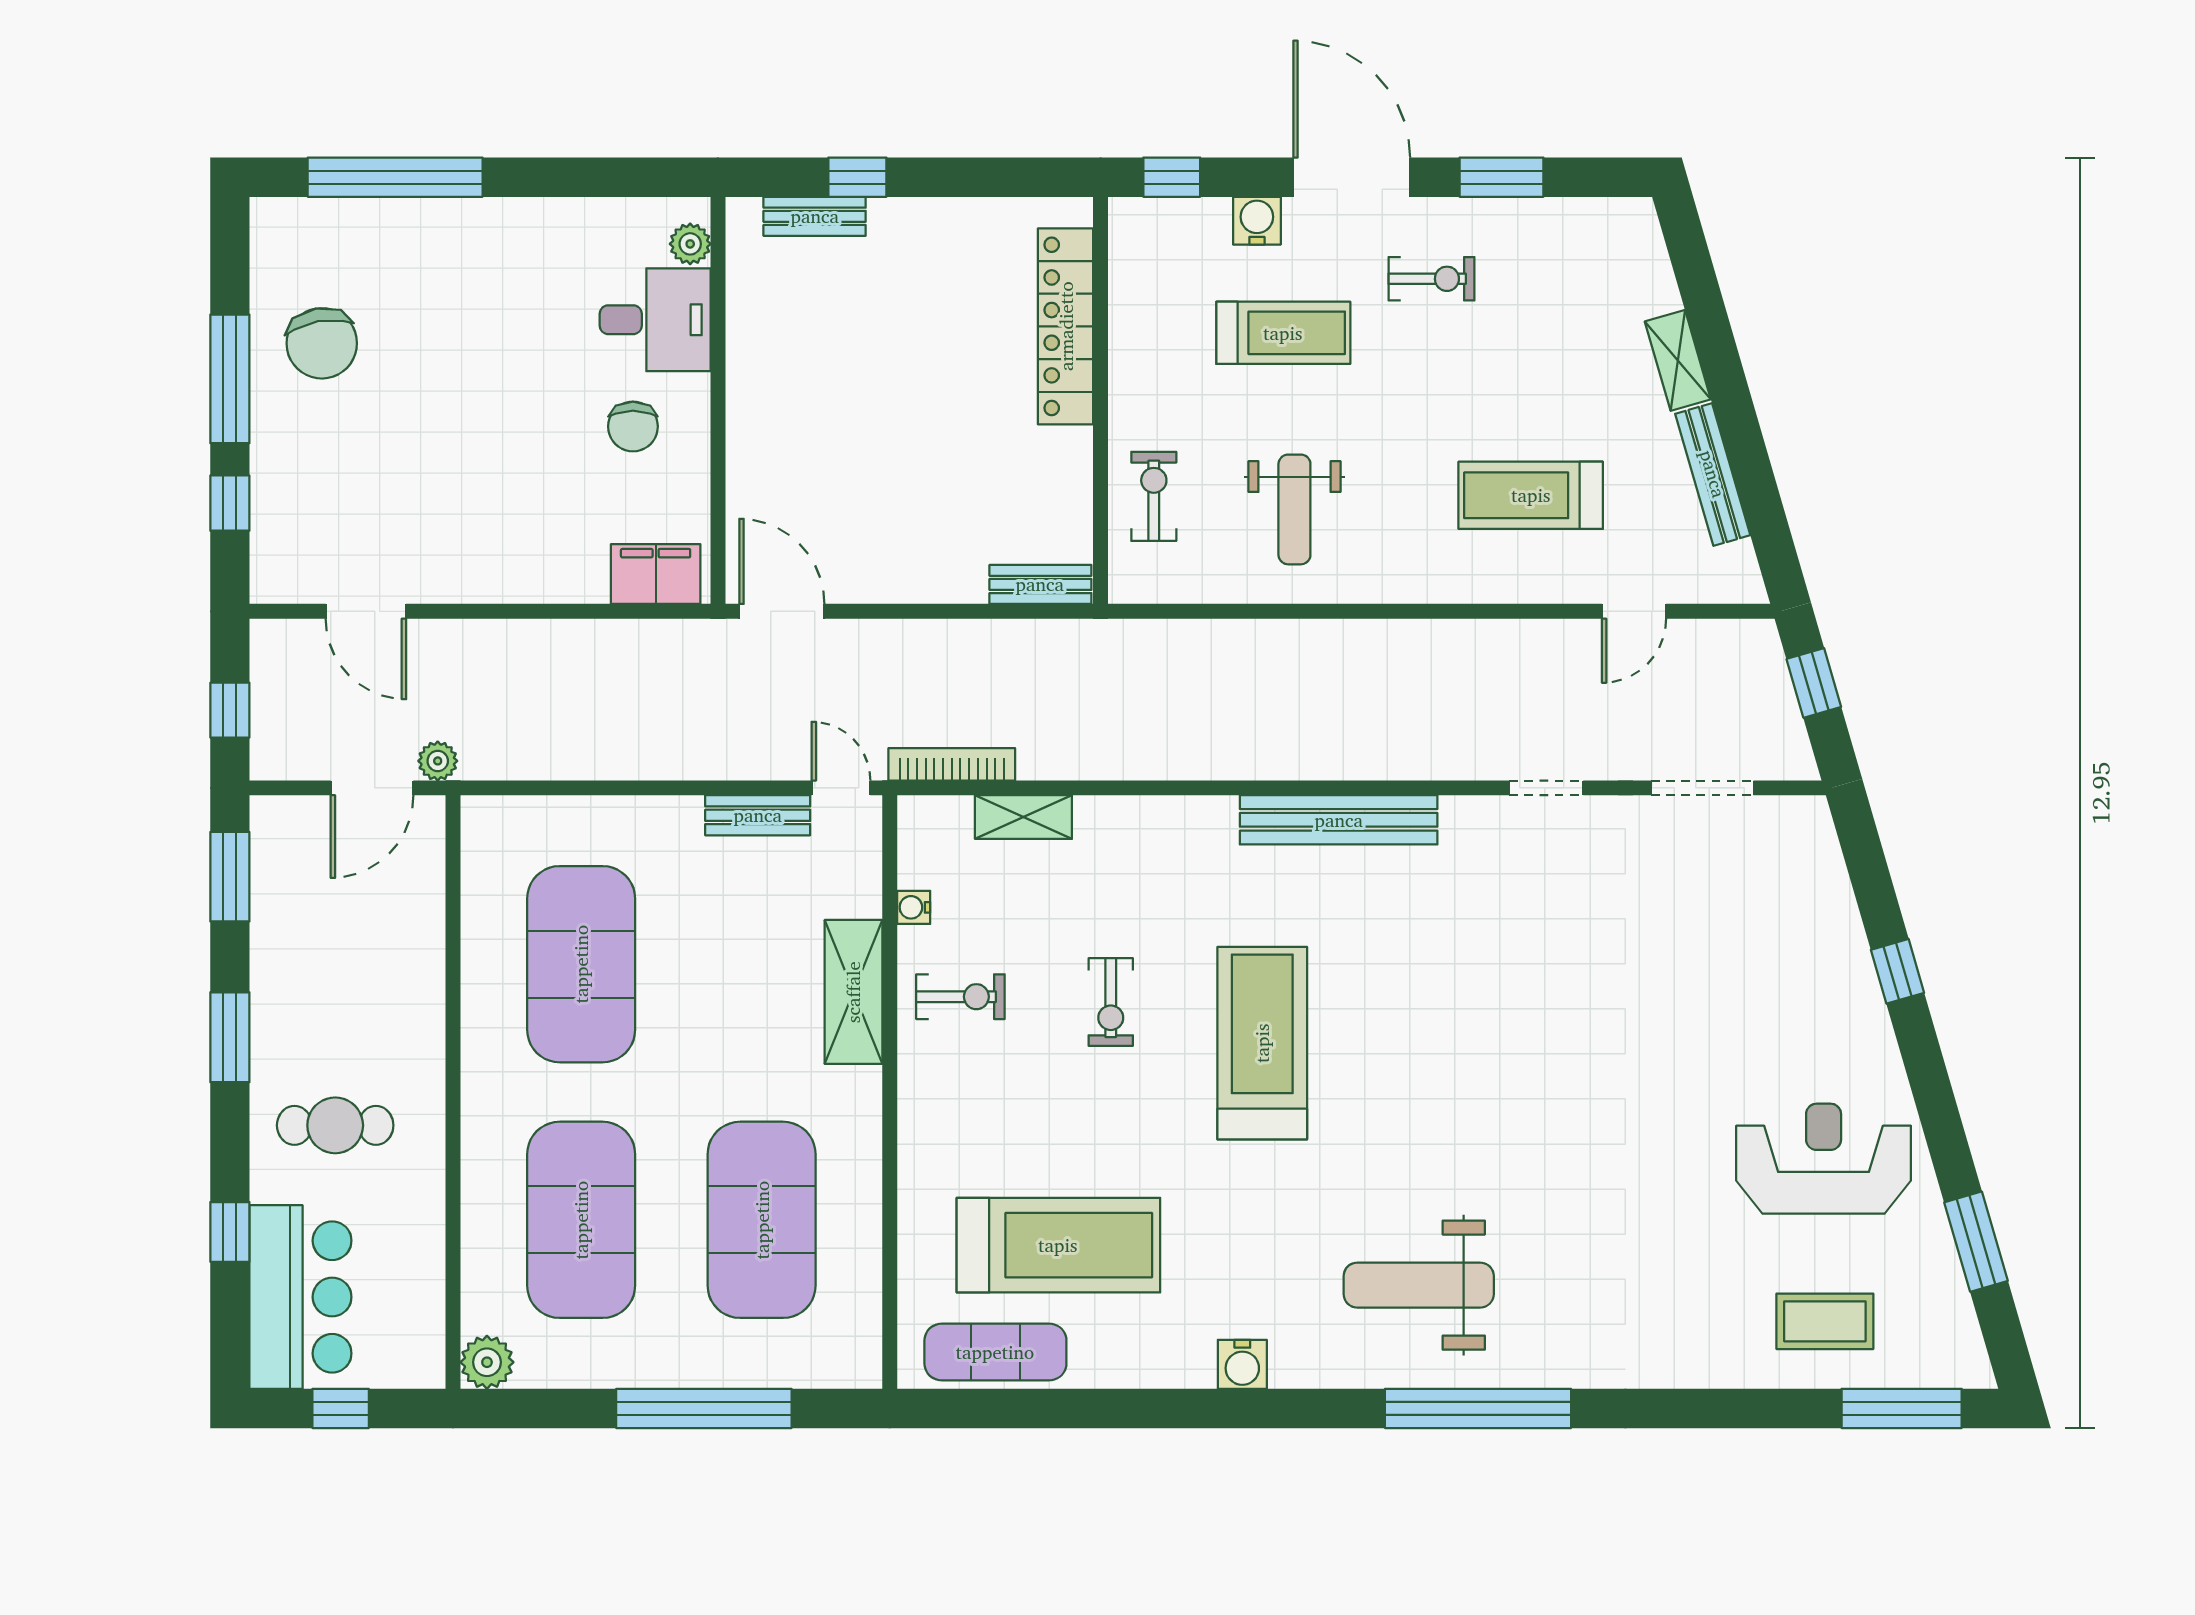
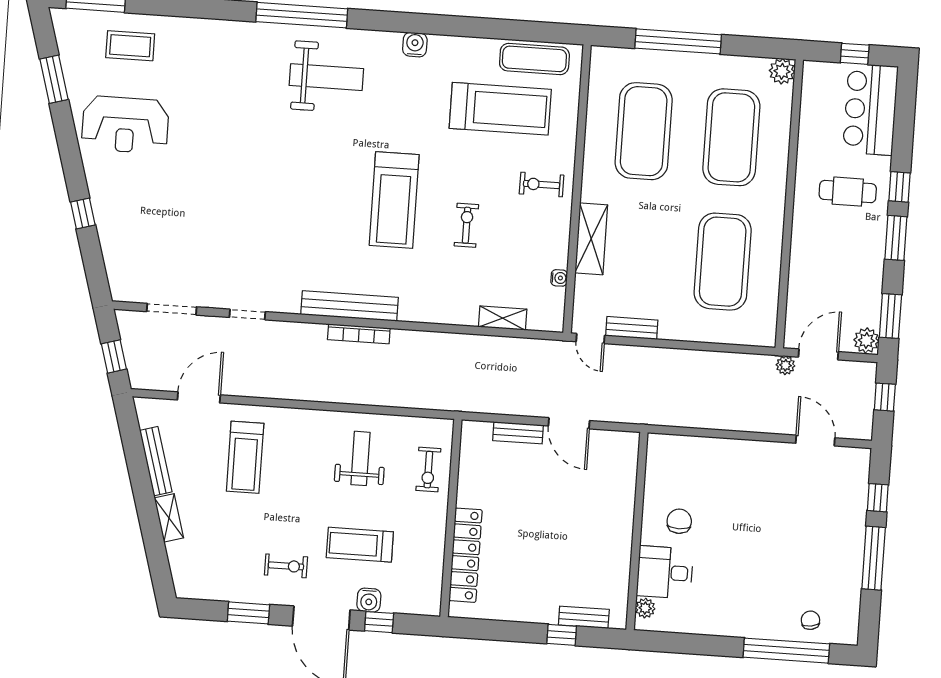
window: (1172, 177) -> (379, 622), moved
exercise bike: (1431, 279) -> (286, 566), turned 180
chair: (322, 343) -> (810, 620), moved, width x0.54, depth x0.54
treadmill: (1531, 495) -> (245, 457), turned 90
filing cabinet: (656, 574) -> (673, 449), removed
bench: (1040, 584) -> (518, 433), moved
door: (782, 611) -> (569, 423), moved
door: (1634, 611) -> (199, 397), width x1.38
bookcase: (952, 764) -> (359, 334), moved
plant: (276, 823) -> (866, 340), added
exercise bike: (960, 997) -> (542, 185), moved
window: (230, 1232) -> (899, 187), moved
treadmill: (1058, 1245) -> (500, 109), turned 180

